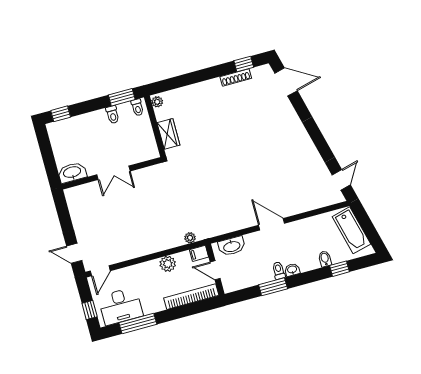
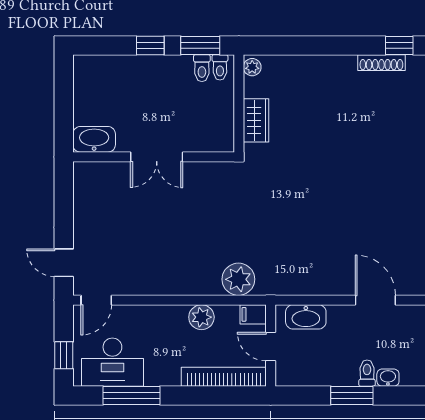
window: (61, 114) -> (150, 45), moved
toilet: (113, 115) -> (202, 68), moved
plant: (190, 238) -> (238, 279), width x1.88, depth x1.88

